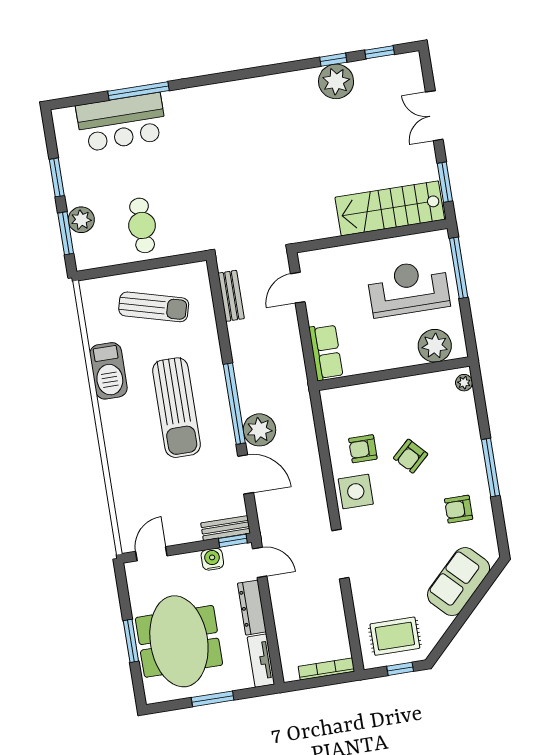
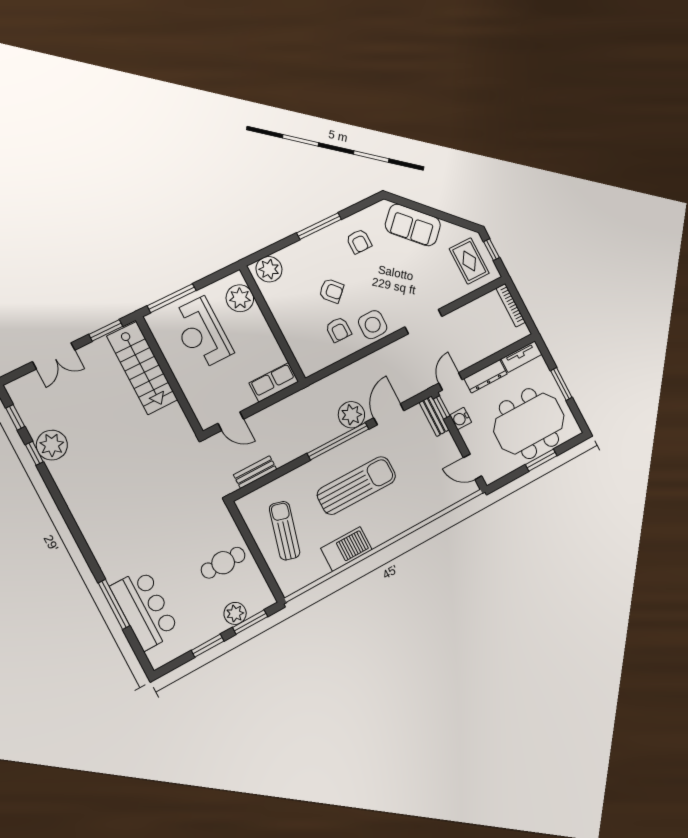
plant: (464, 383) -> (269, 269), width x1.88, depth x1.88

